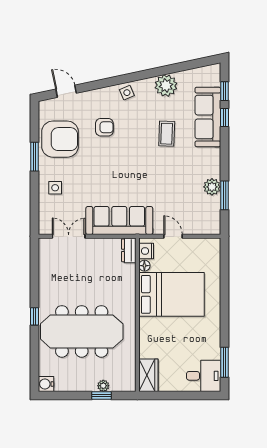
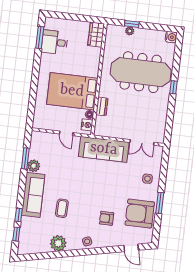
sofa: (208, 117) -> (33, 195), moved
dresser: (129, 250) -> (102, 106), moved
desk: (204, 376) -> (55, 42), moved

